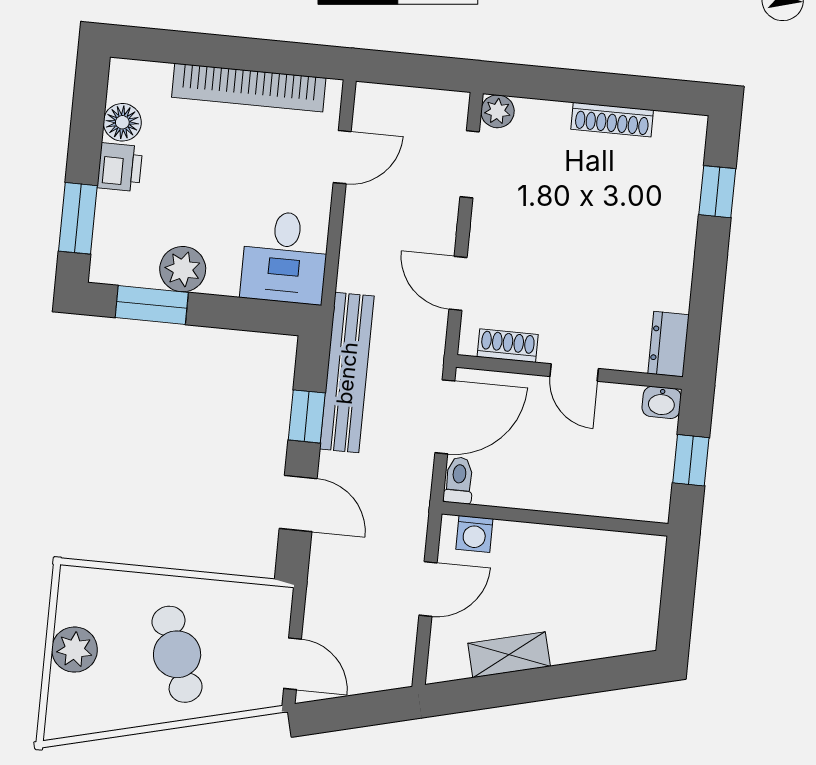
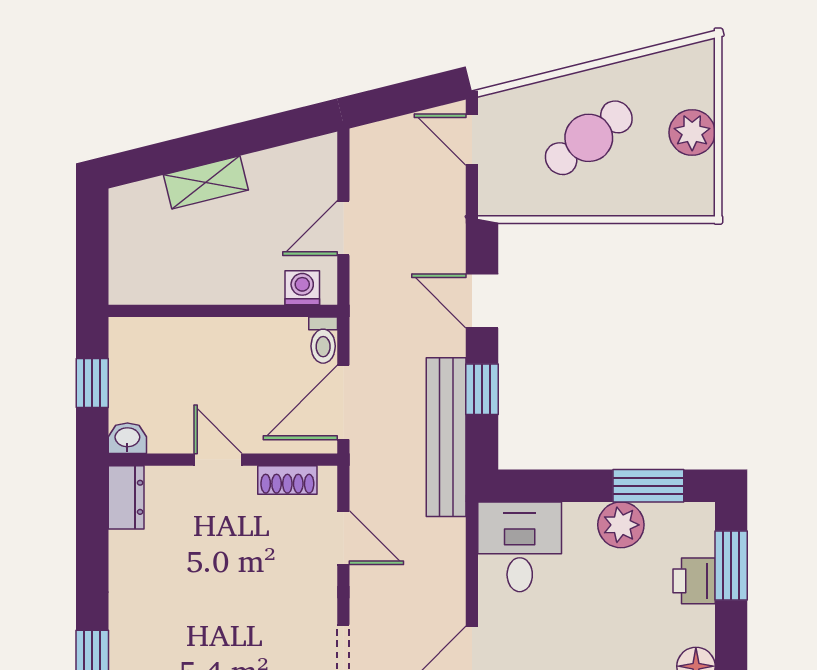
printer: (120, 167) -> (694, 581), moved
cafe table: (177, 654) -> (589, 138), turned 73
shelving: (509, 655) -> (206, 182), moved

